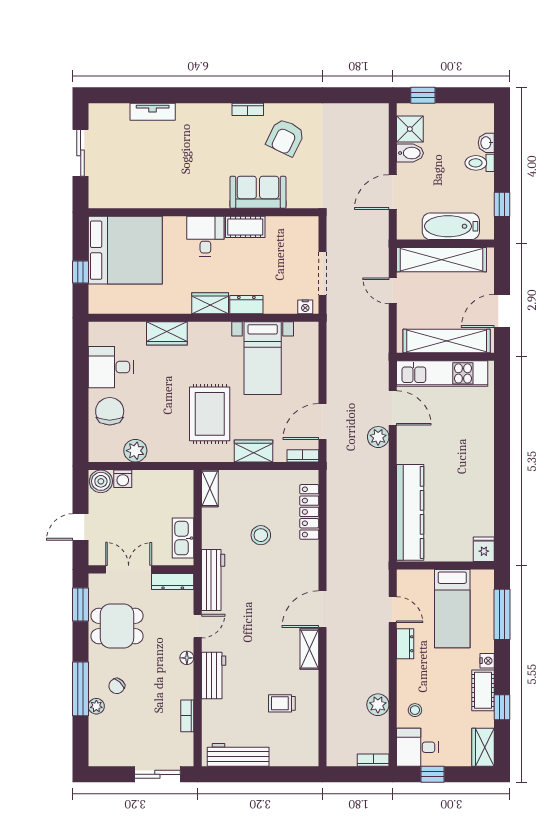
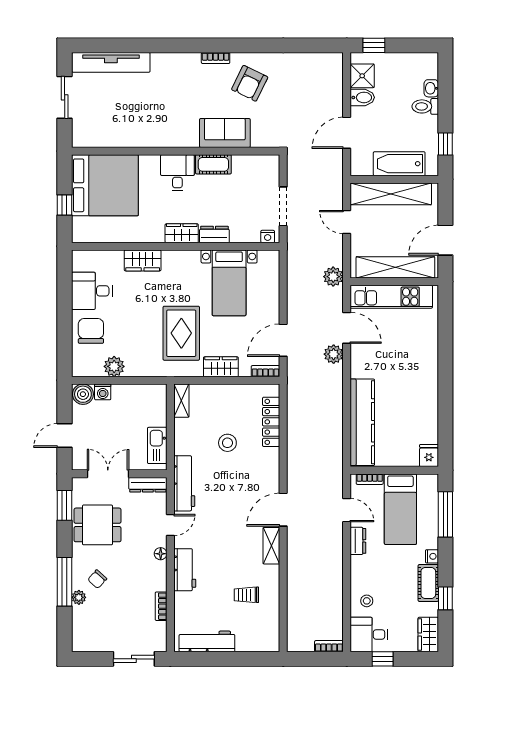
tv unit: (153, 112) -> (111, 62), width x1.92, depth x1.29
bookcase: (418, 575) -> (370, 479), added
plant: (378, 705) -> (333, 277), moved

